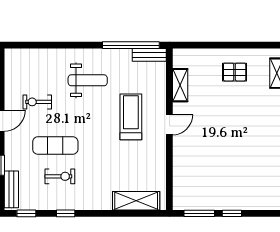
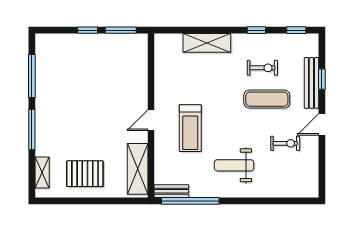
pallet: (235, 72) -> (85, 174), width x1.50, depth x1.42
shelving: (180, 85) -> (138, 169), width x1.50, depth x1.33
exercise bike: (60, 176) -> (262, 68), turned 180
bench: (11, 189) -> (311, 83), moved, width x1.36
shelving: (136, 201) -> (207, 43), moved

